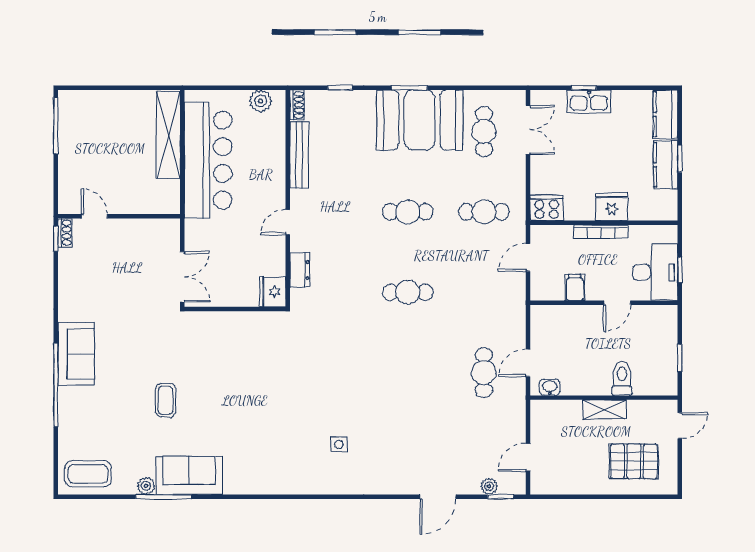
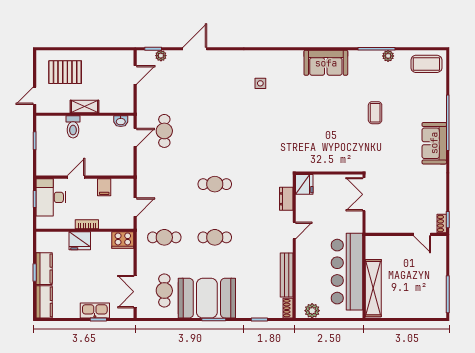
bookcase: (601, 232) -> (87, 224), width x0.64
sofa: (189, 476) -> (326, 63), moved

